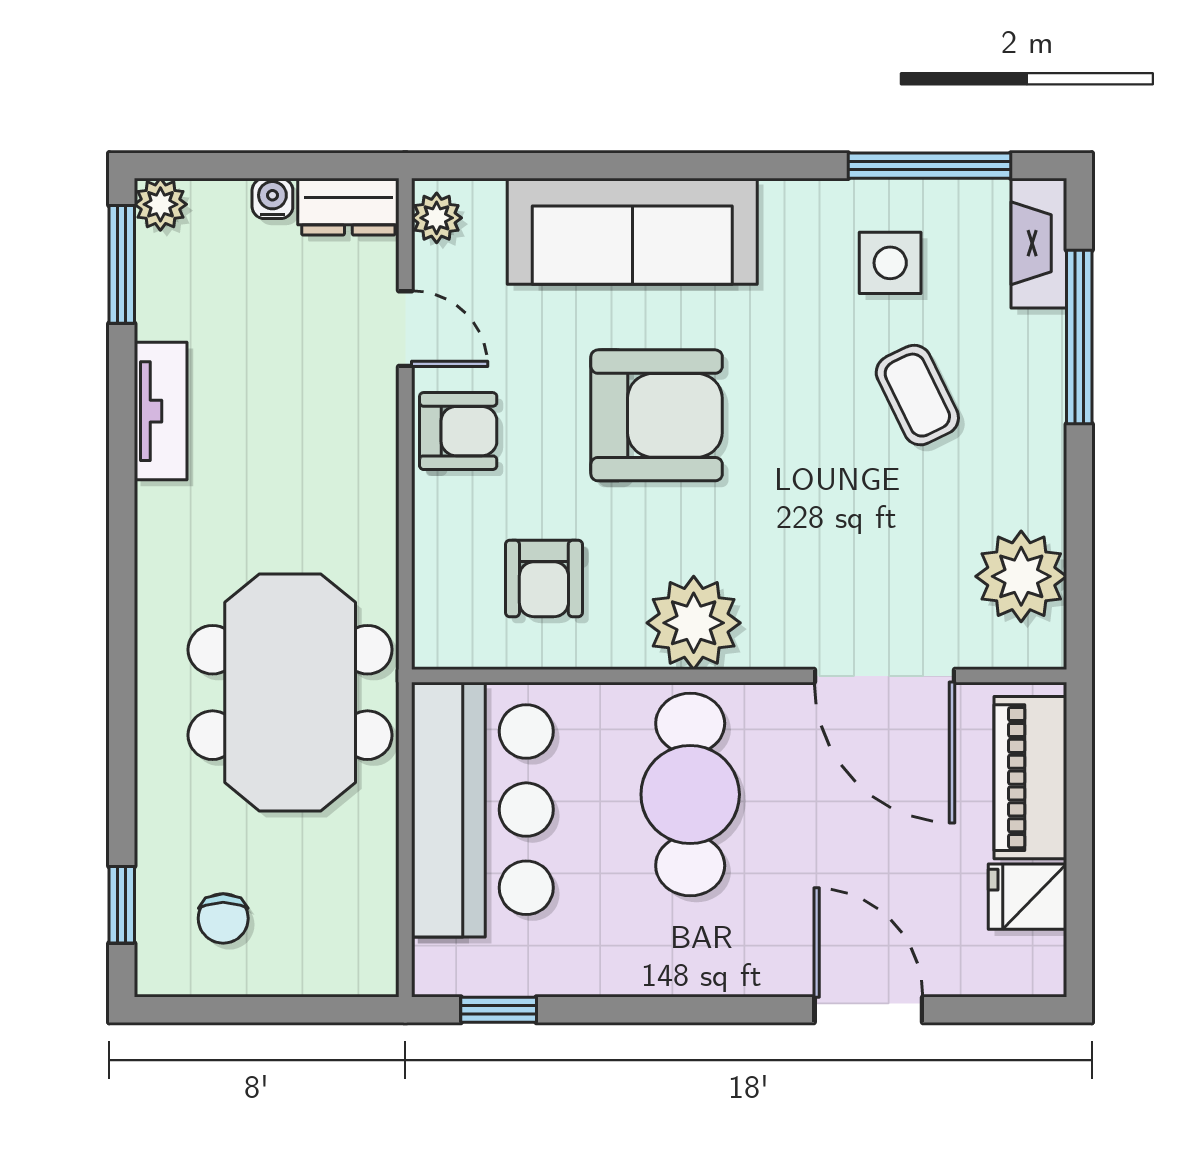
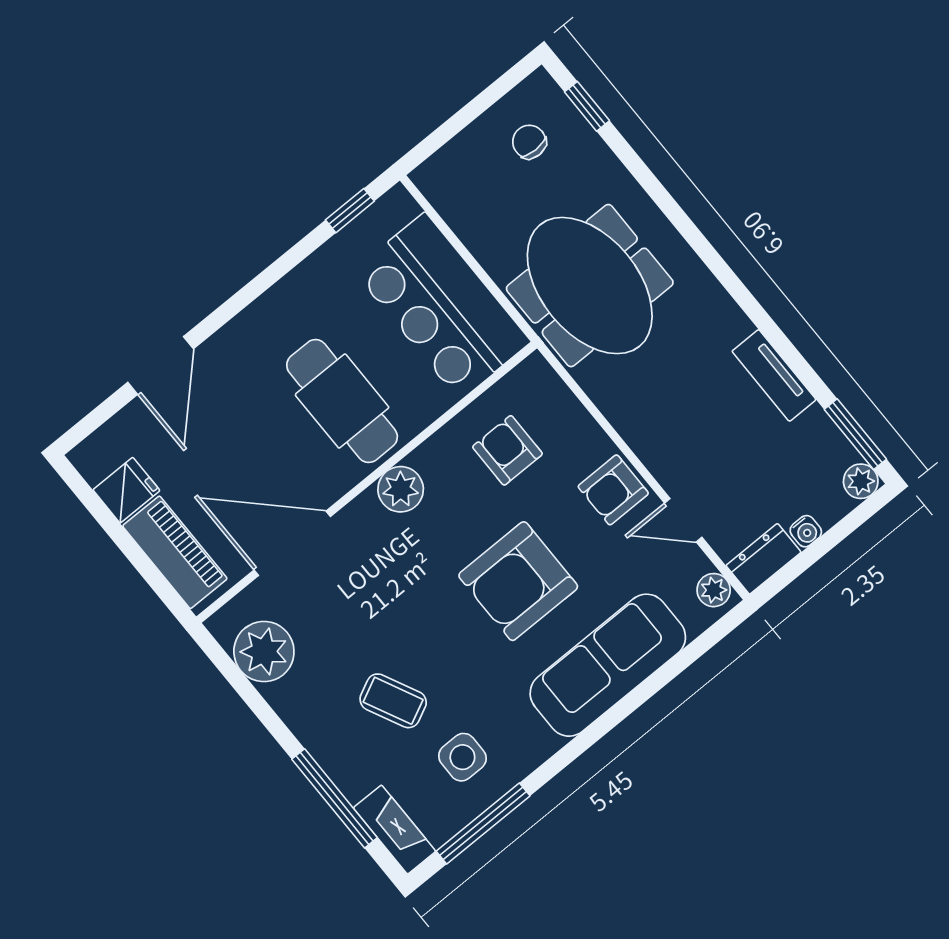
plant: (694, 623) -> (401, 489), width x0.73, depth x0.73
door: (868, 1010) -> (161, 365), hinge flipped

